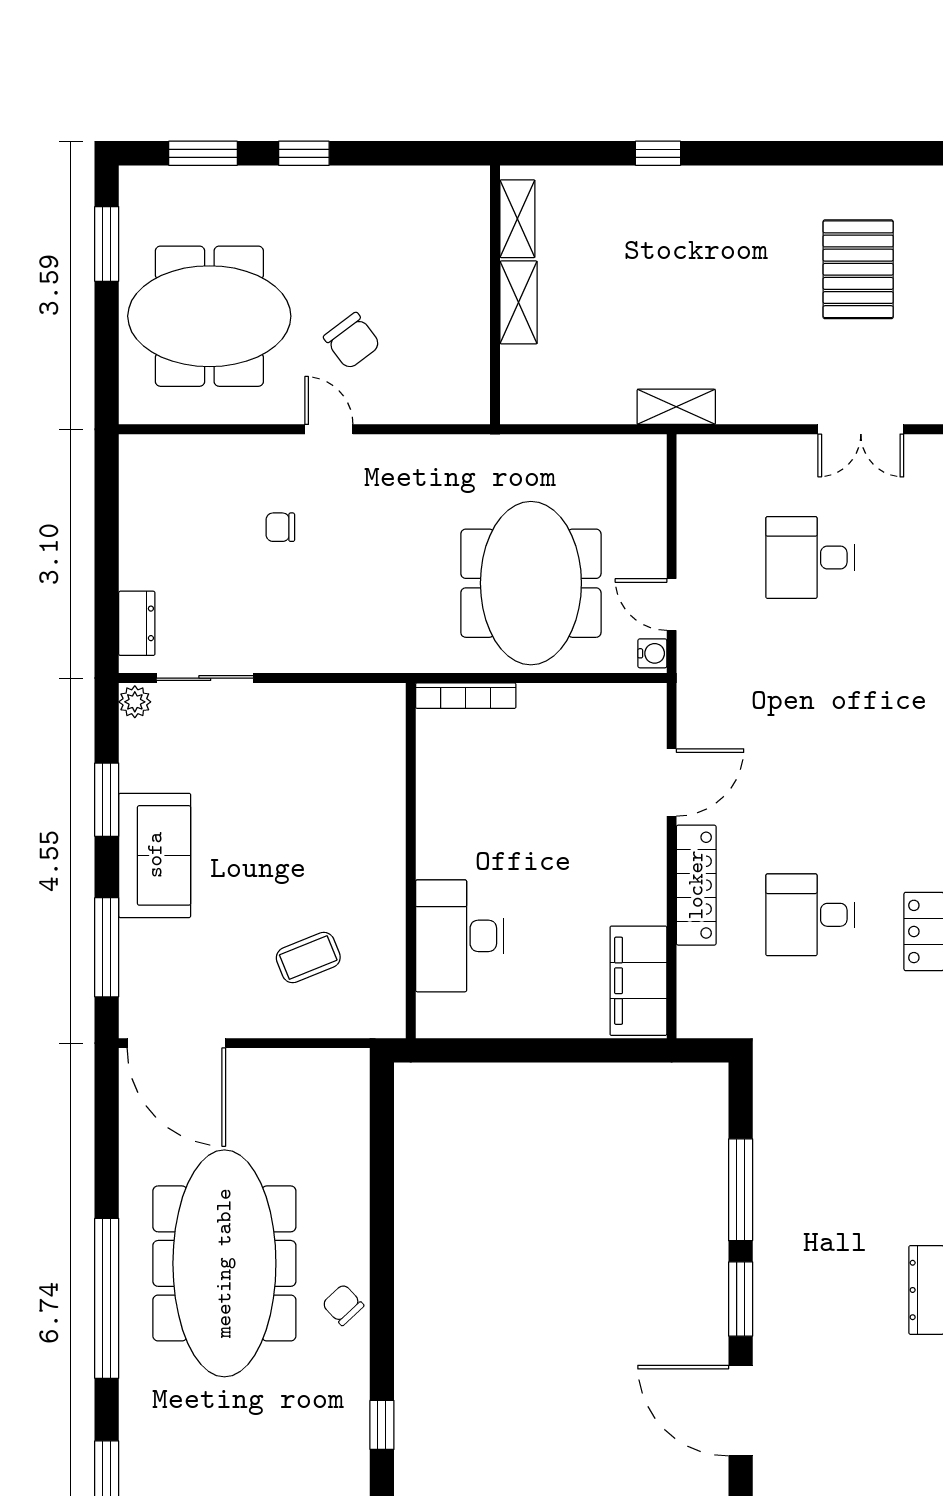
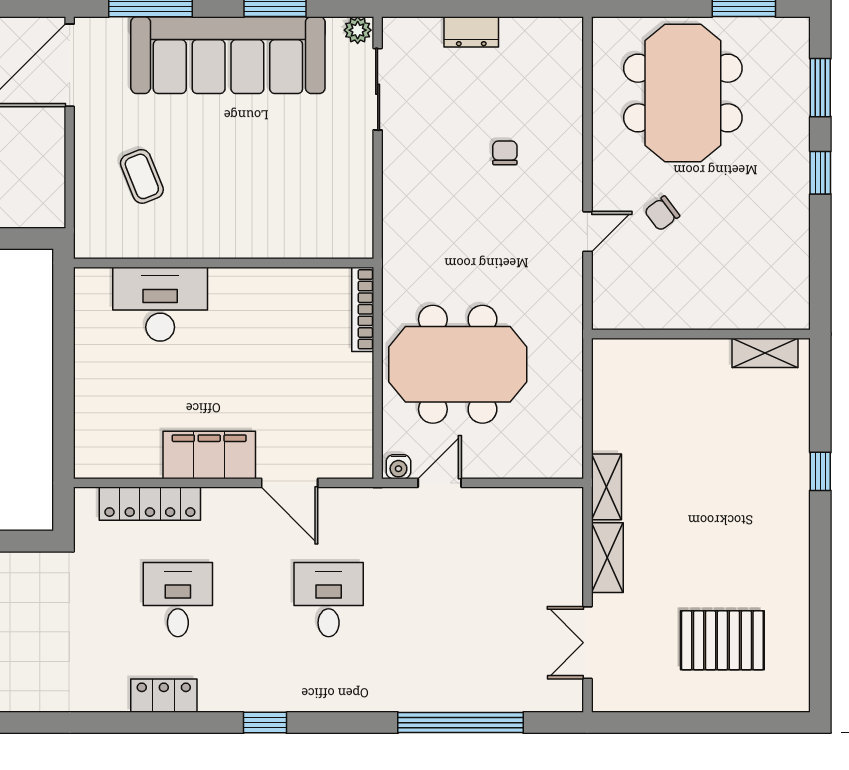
shelving: (519, 302) -> (607, 558), moved, turned 90
chair: (352, 341) -> (662, 213), width x0.73, depth x0.73
door: (329, 429) -> (587, 232), moved
desk: (810, 558) -> (329, 600), moved
dresser: (137, 623) -> (471, 32), moved
sofa: (155, 855) -> (228, 55), width x1.85, depth x1.27
locker: (696, 885) -> (150, 504), moved
filing cabinet: (638, 981) -> (209, 455), moved

